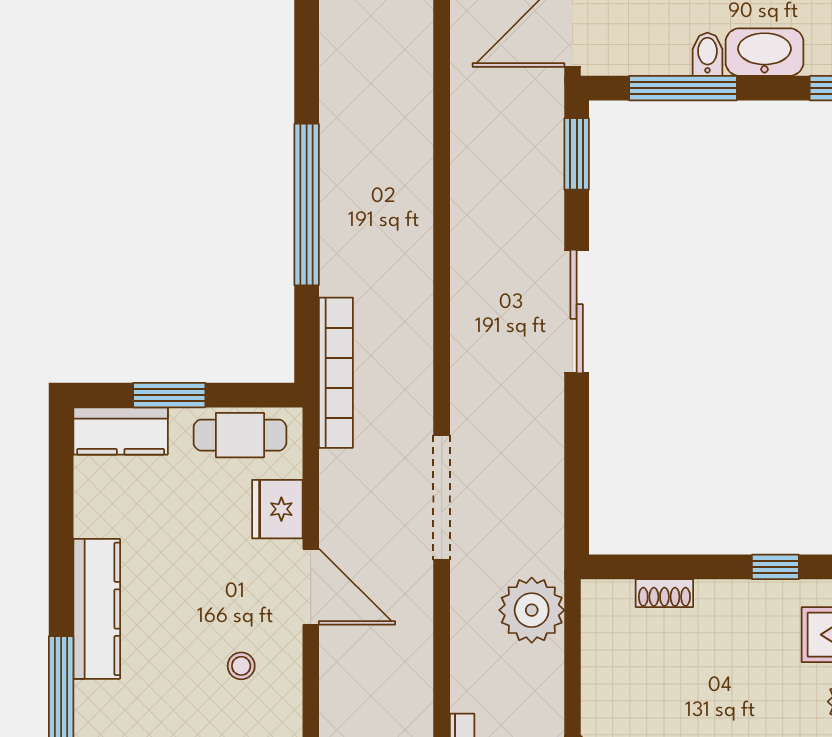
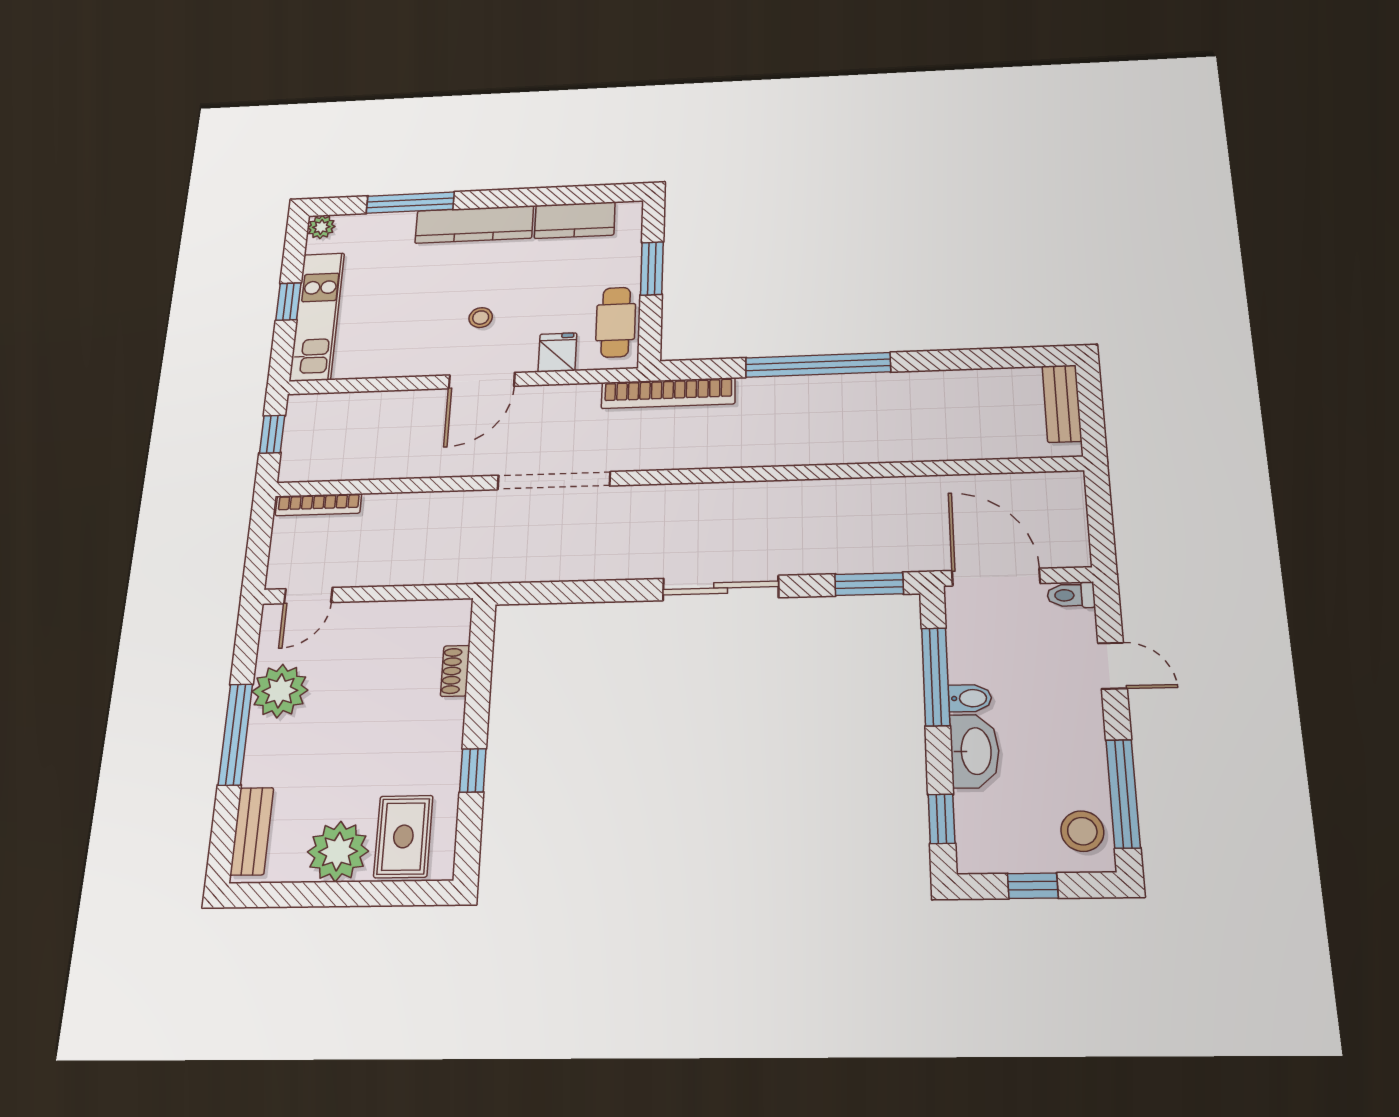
kitchen counter: (121, 431) -> (575, 220), moved, turned -90
fridge: (277, 509) -> (557, 352), width x0.72
plant: (532, 610) -> (448, 558), removed
stool: (241, 666) -> (481, 318), moved

